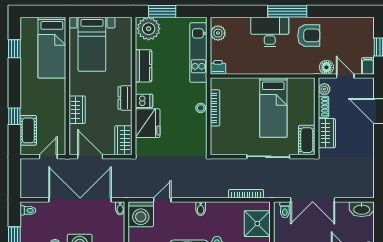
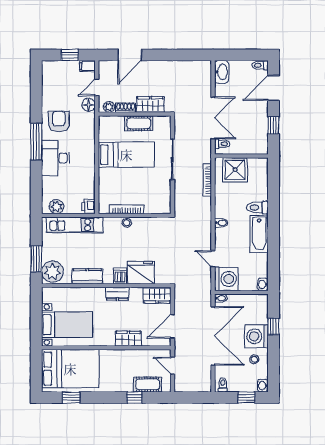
bed: (52, 48) -> (70, 369), width x1.50
cot: (307, 140) -> (139, 123), moved
double door: (80, 200) -> (213, 336), swing flipped

